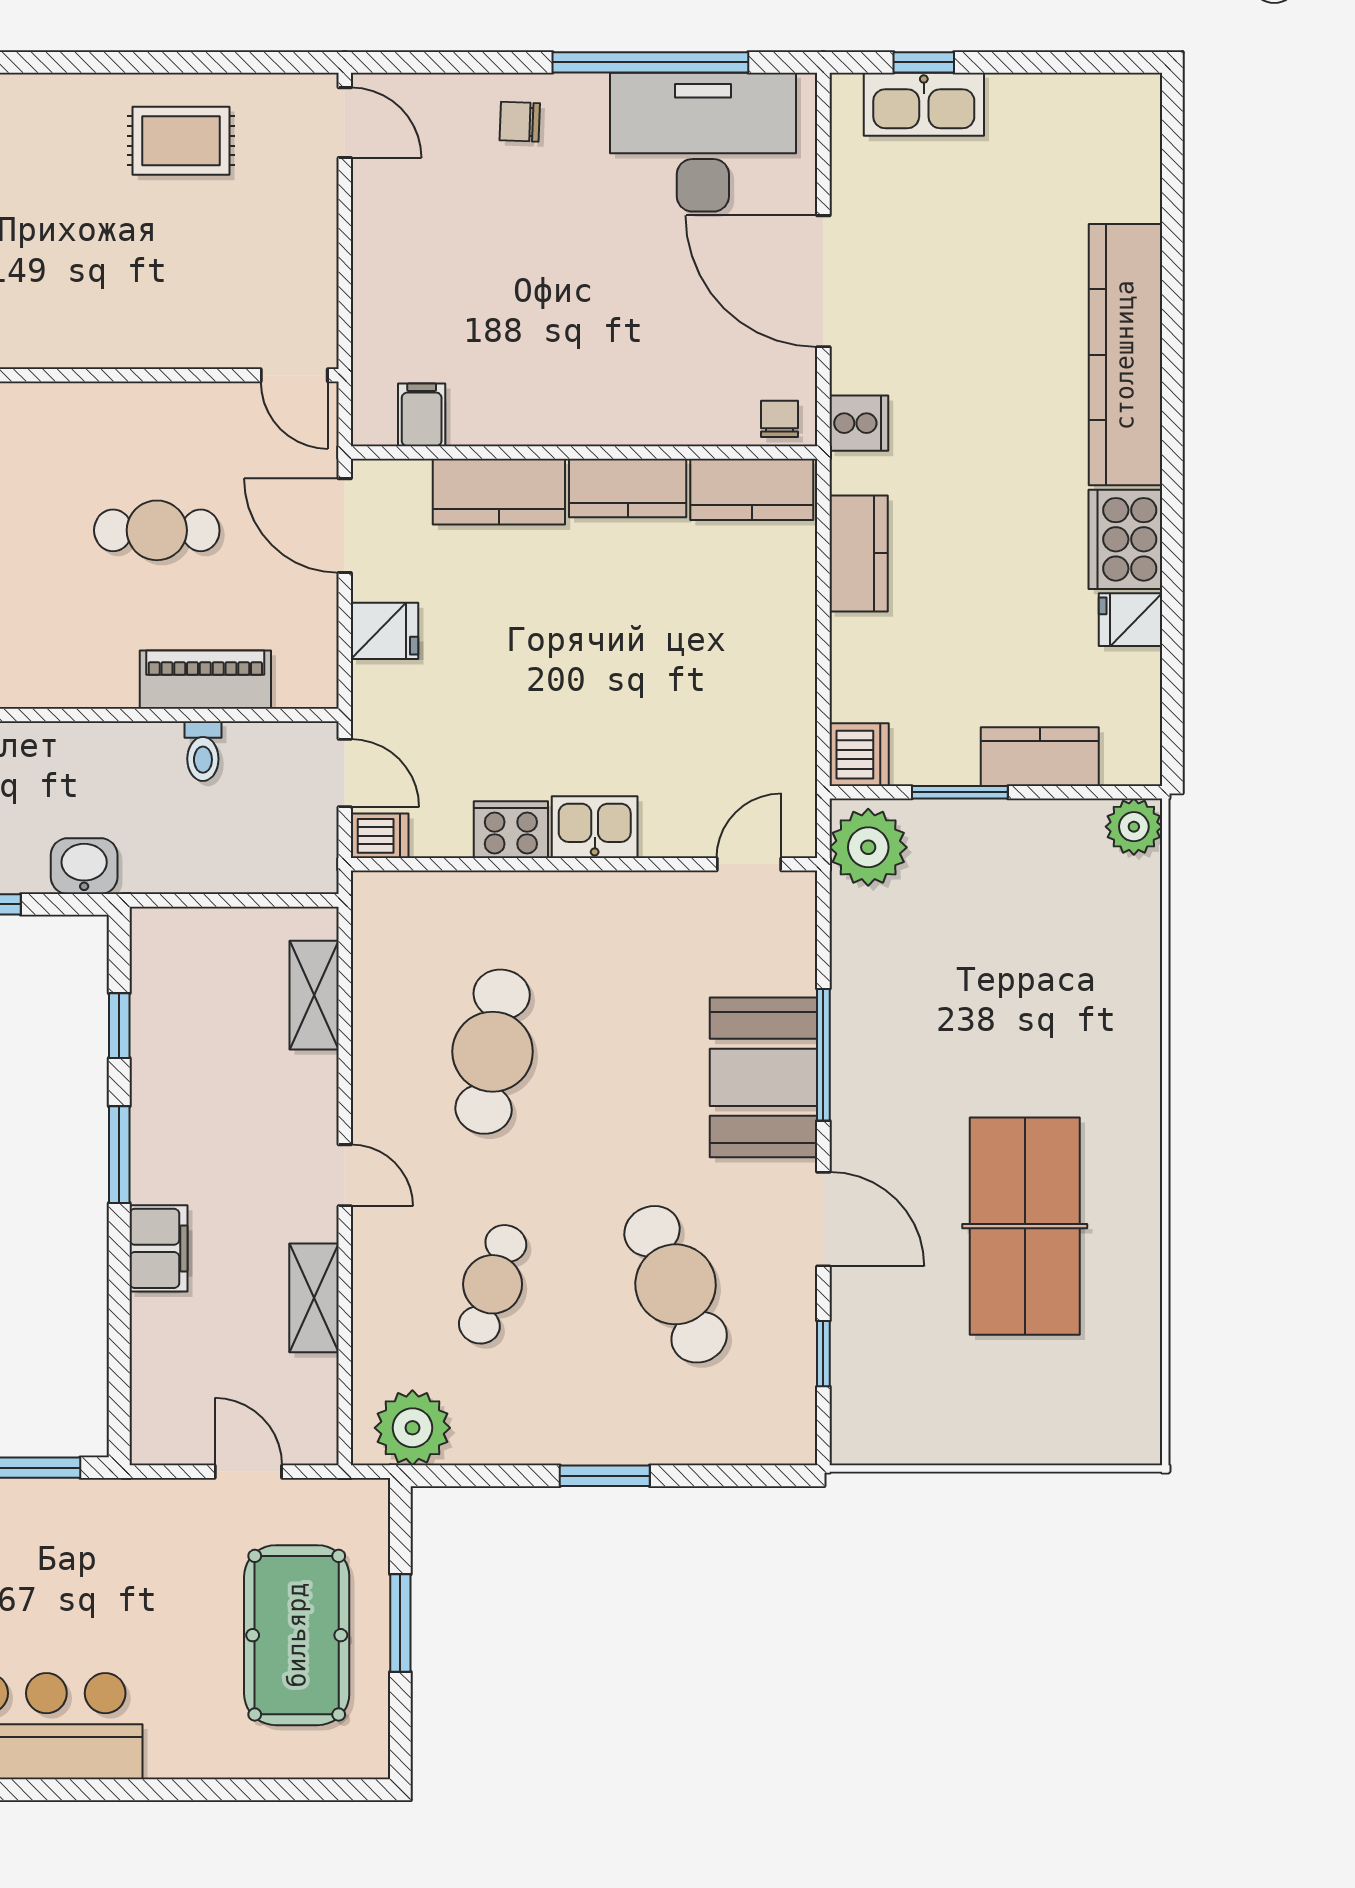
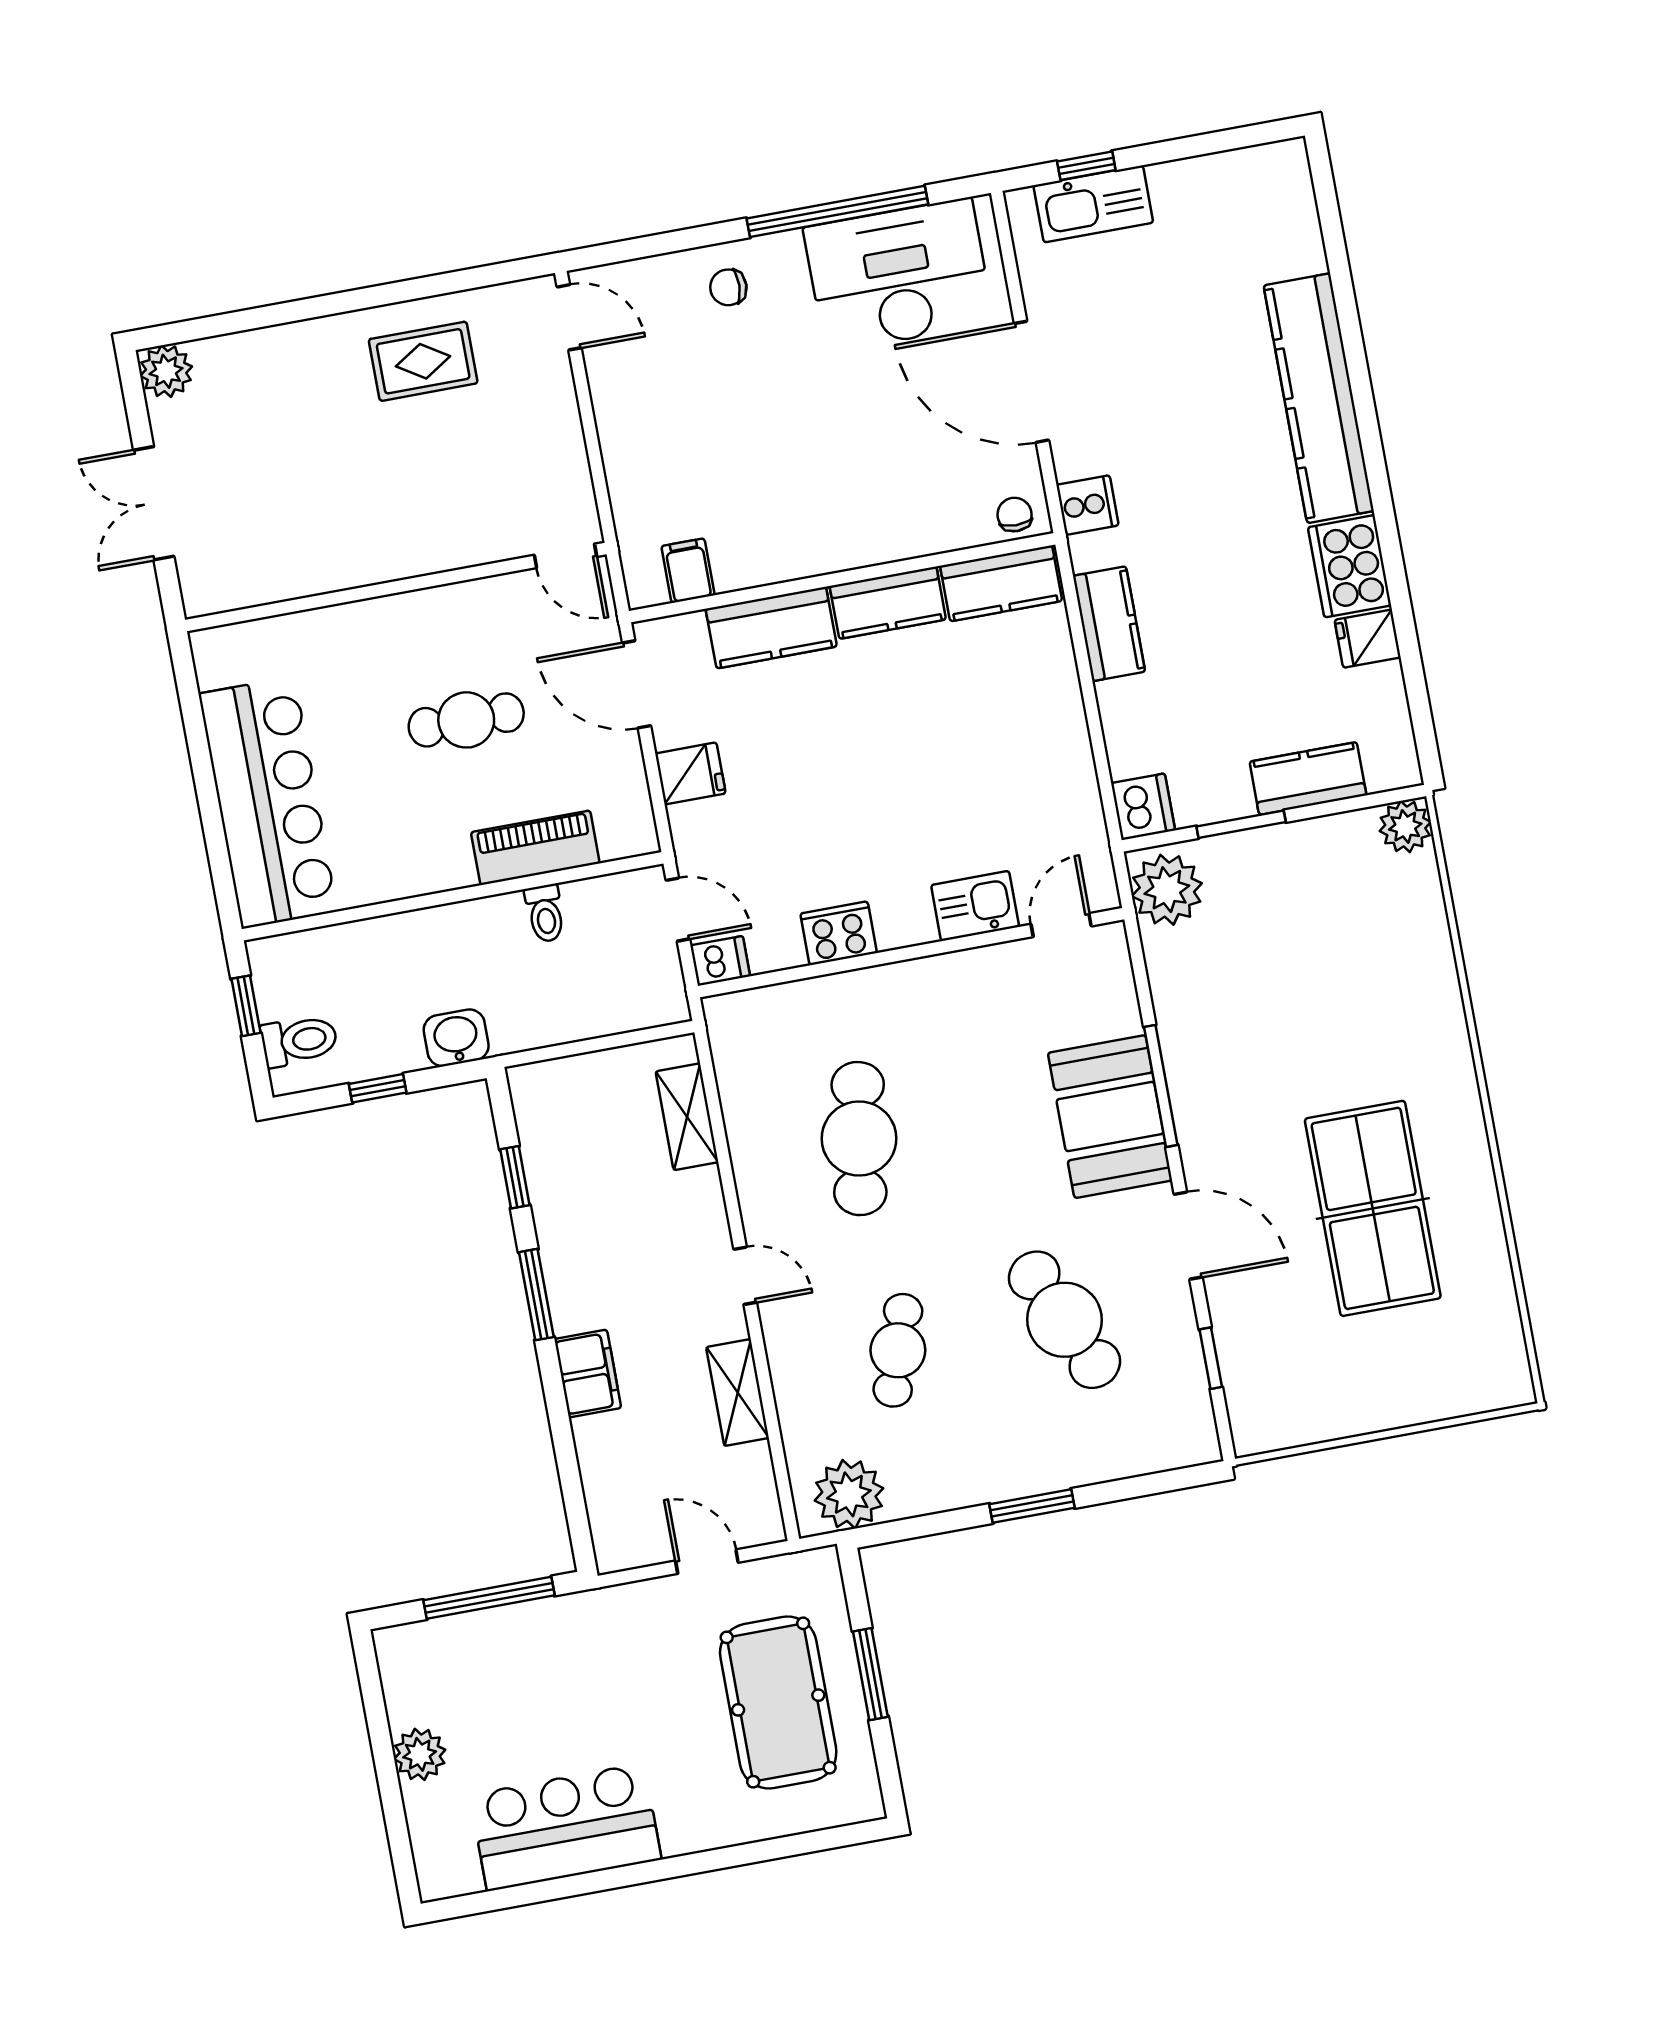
kitchen sink: (595, 827) -> (975, 906), moved

